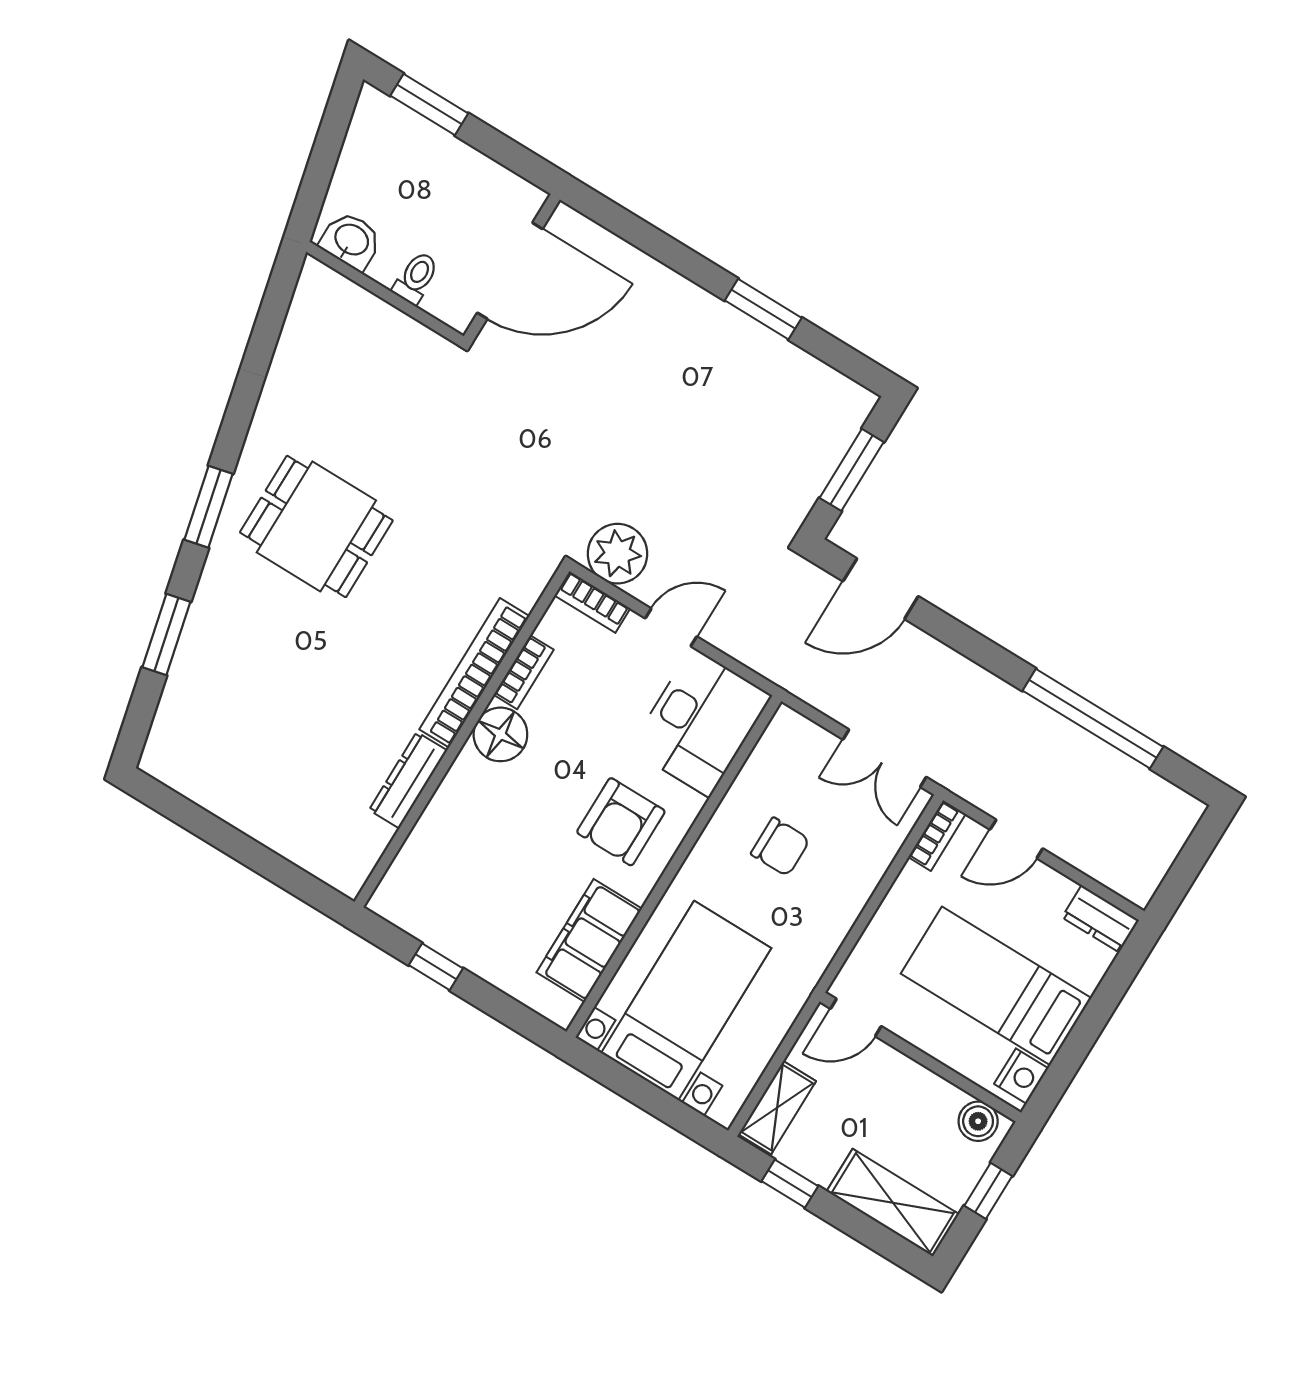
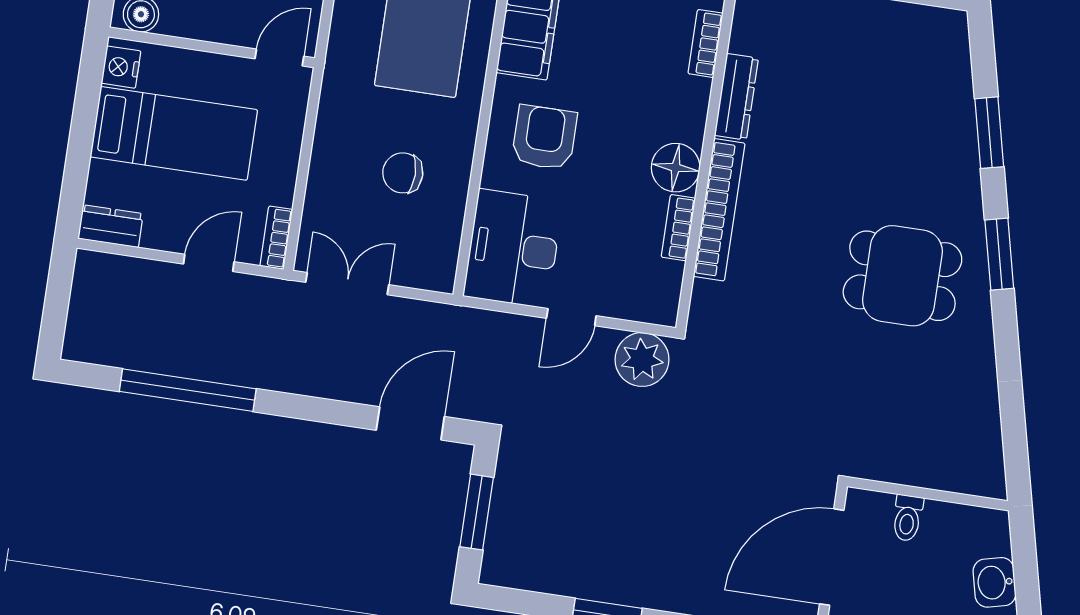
washbasin: (351, 241) -> (995, 582), moved, turned 77
bookcase: (592, 602) -> (706, 43), moved, turned -90

